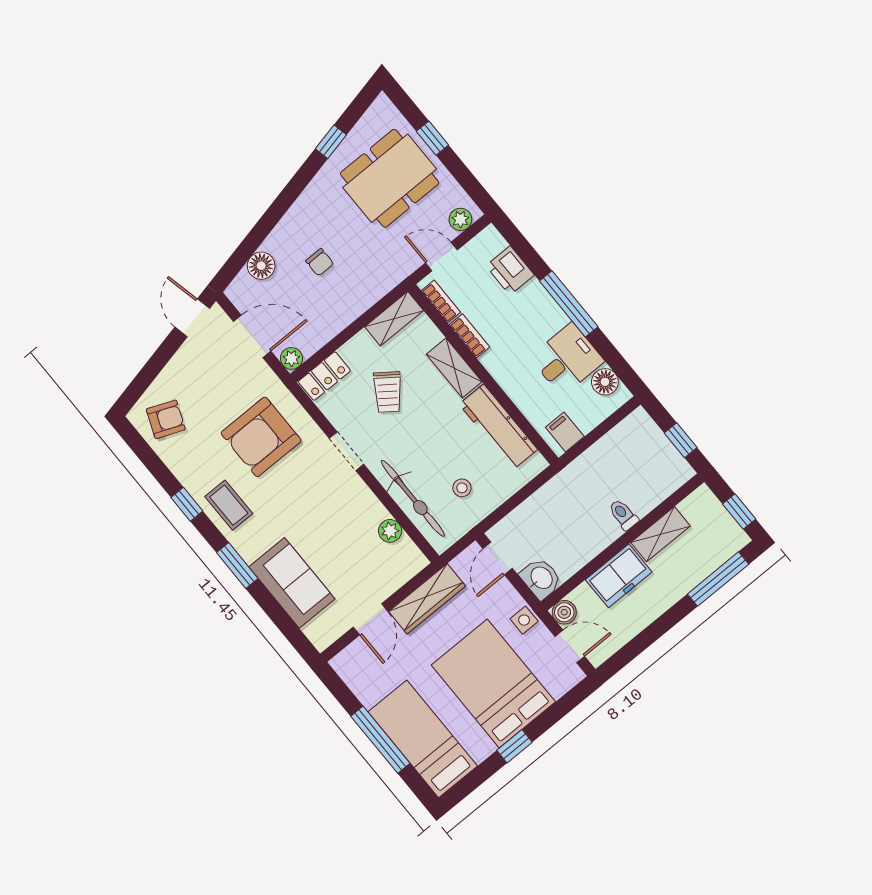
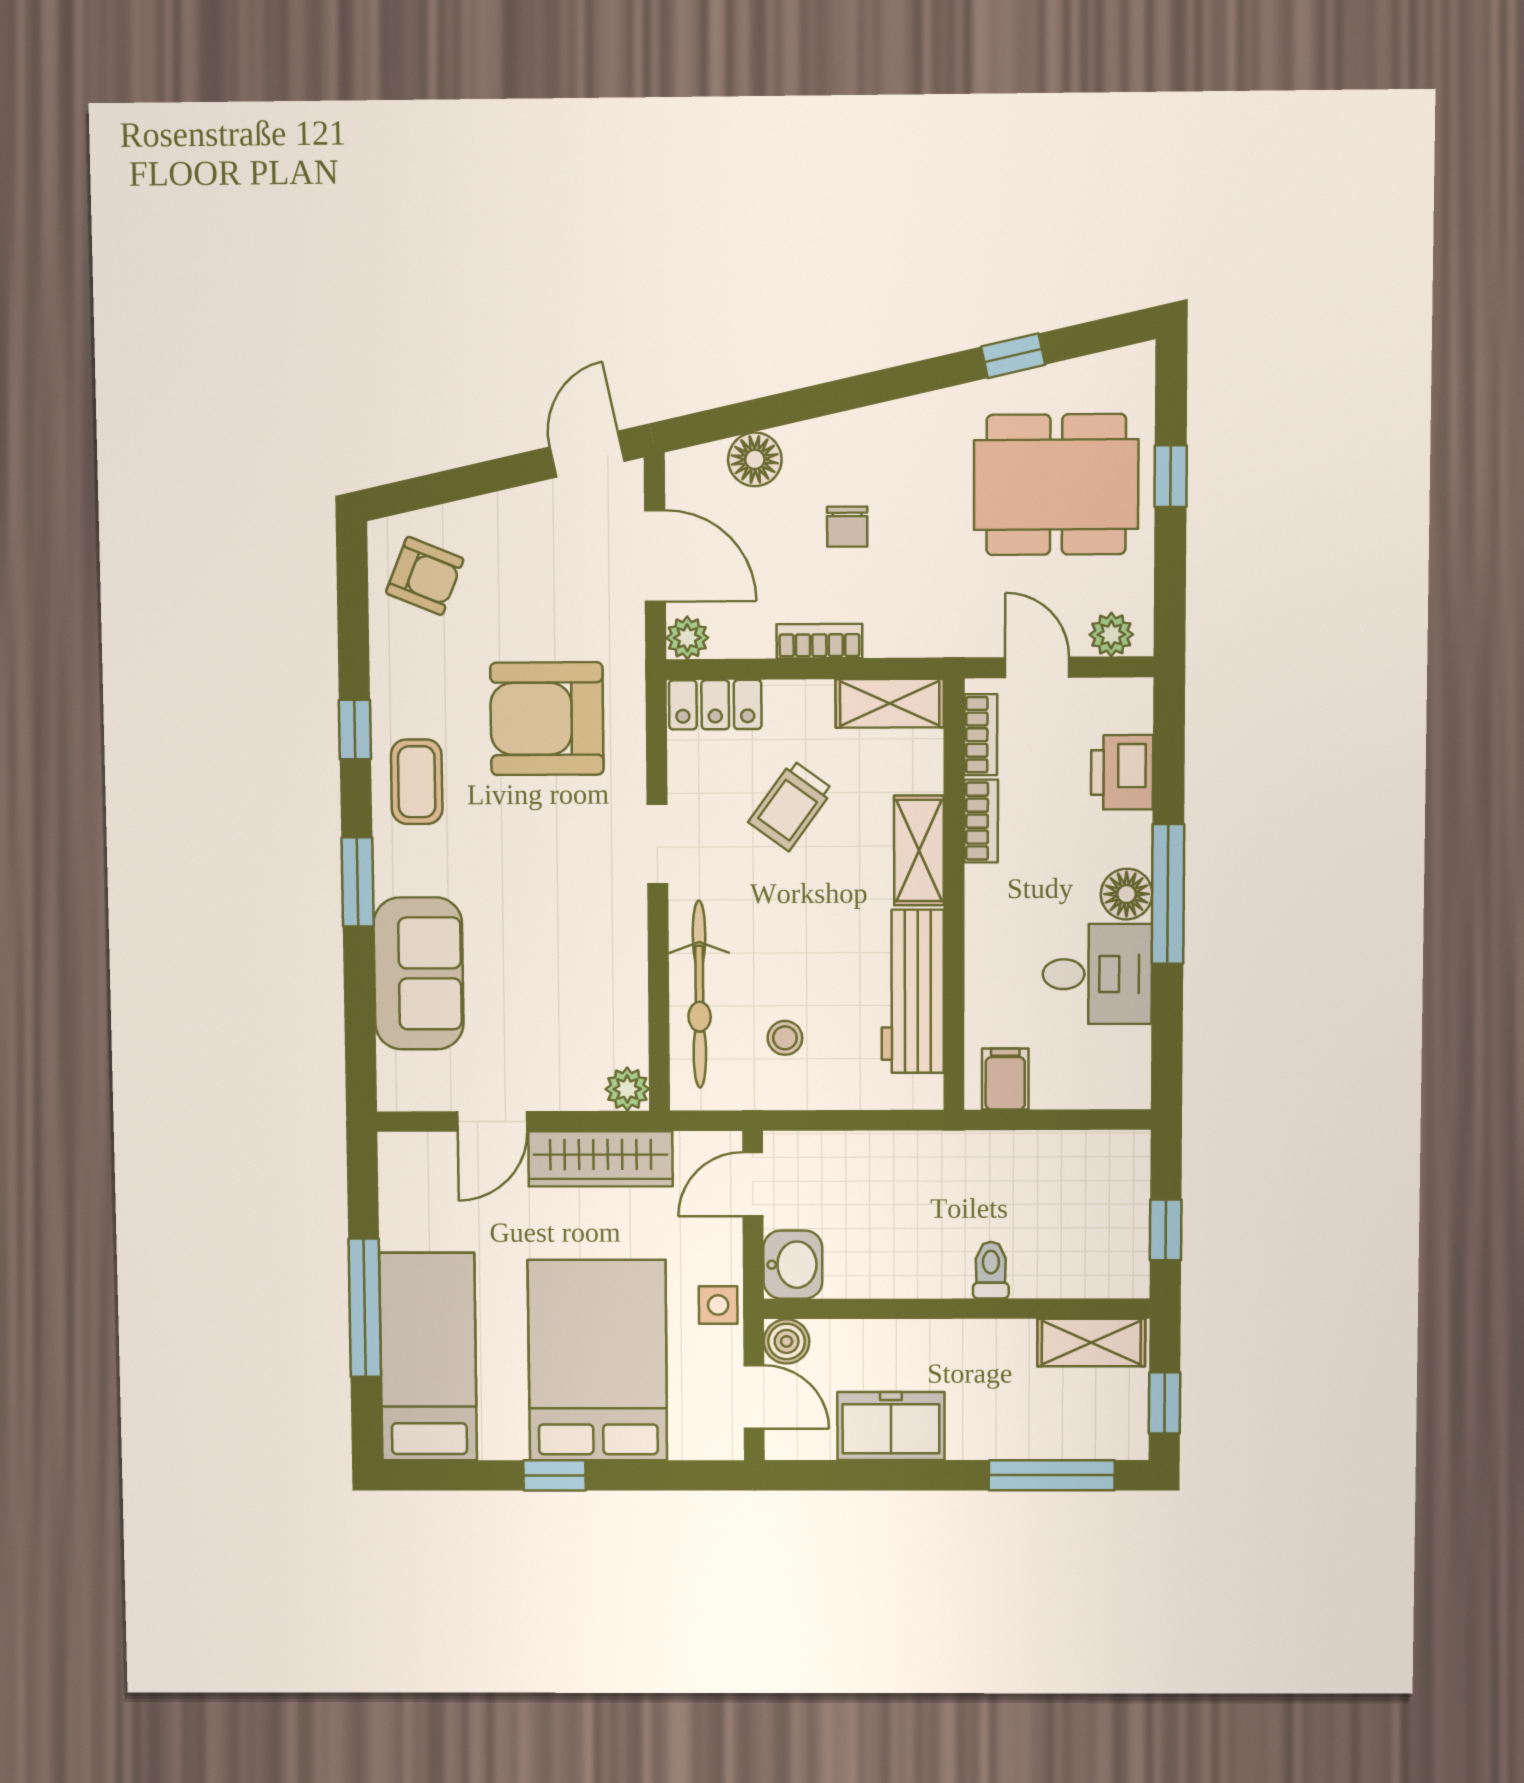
bookcase: (346, 317) -> (819, 641), added
floor lamp: (605, 382) -> (1127, 894), moved
plant: (390, 531) -> (627, 1089), moved
shelving: (660, 534) -> (1091, 1343), moved
freezer: (619, 576) -> (891, 1426), moved, turned 180

